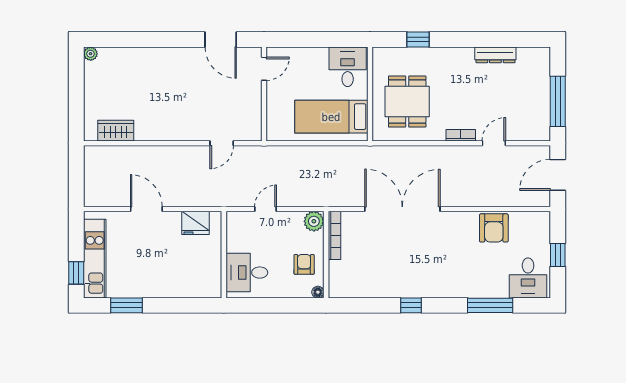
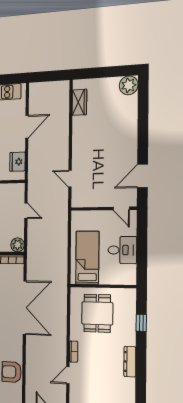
plant: (91, 54) -> (129, 85), width x1.87, depth x1.87
dresser: (495, 55) -> (130, 362), moved
desk: (348, 67) -> (122, 250), moved
dining table: (407, 102) -> (97, 313), turned 90
door: (494, 143) -> (68, 375), swing flipped

